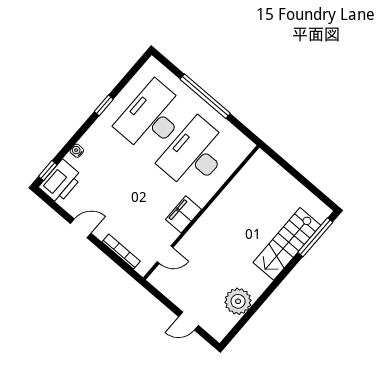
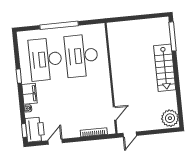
filing cabinet: (183, 214) -> (29, 94), moved, turned 180
door: (81, 228) -> (55, 142), moved
stairs: (287, 244) -> (165, 68), moved
plant: (238, 301) -> (170, 118), moved
door: (188, 321) -> (130, 134), moved

